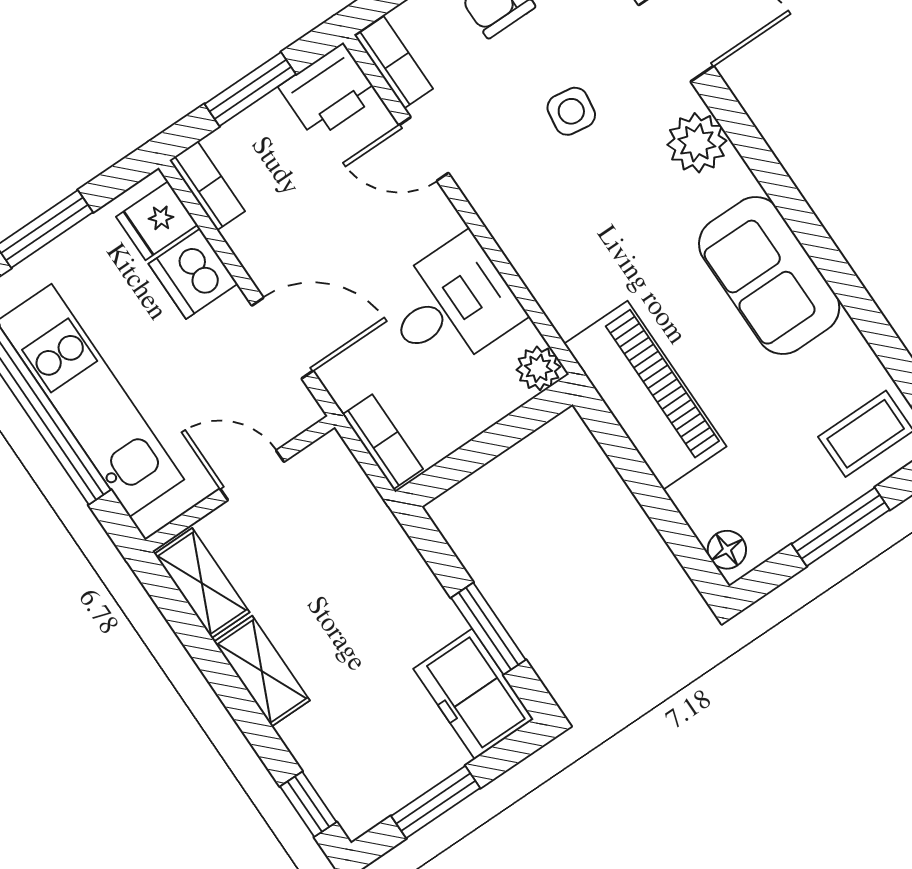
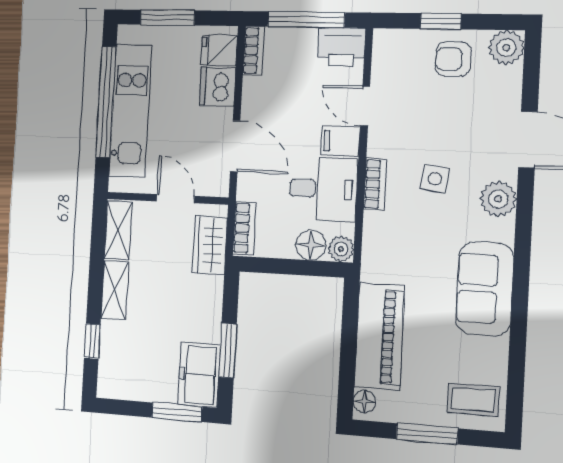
bookcase: (394, 62) -> (375, 184), moved
window: (250, 89) -> (306, 19), width x1.44
side table: (571, 111) -> (435, 179), moved
filing cabinet: (426, 222) -> (340, 141), added
floor lamp: (493, 395) -> (311, 245), added
piano: (645, 395) -> (379, 336), moved
wardrobe: (352, 502) -> (210, 245), added
window: (436, 802) -> (177, 412), moved
window: (308, 804) -> (92, 341), moved

